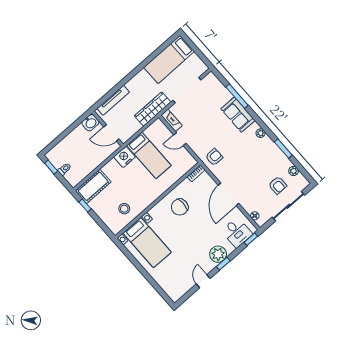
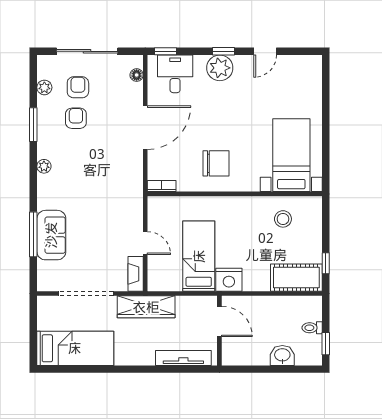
sofa: (238, 115) -> (51, 235), moved
washbasin: (90, 123) -> (282, 355), moved
armchair: (214, 157) -> (76, 118), moved, turned 90

